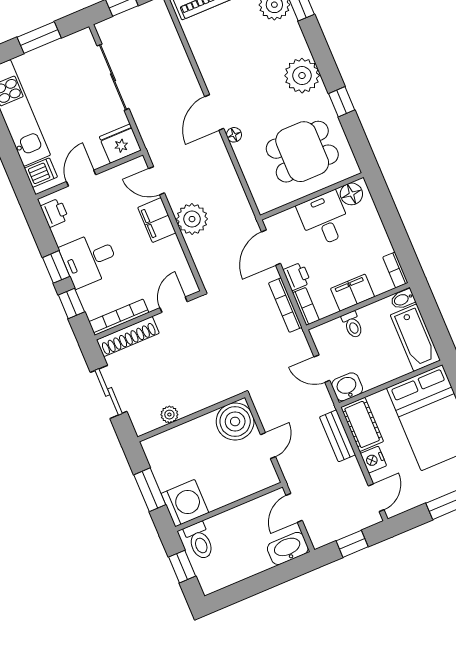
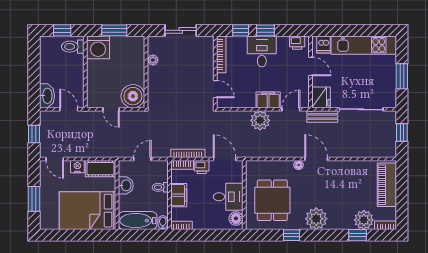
shoe rack: (128, 337) -> (208, 55), removed
washbasin: (347, 387) -> (126, 185), moved
bench: (338, 436) -> (322, 117), moved

